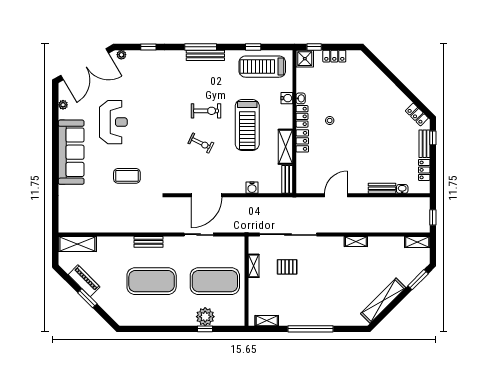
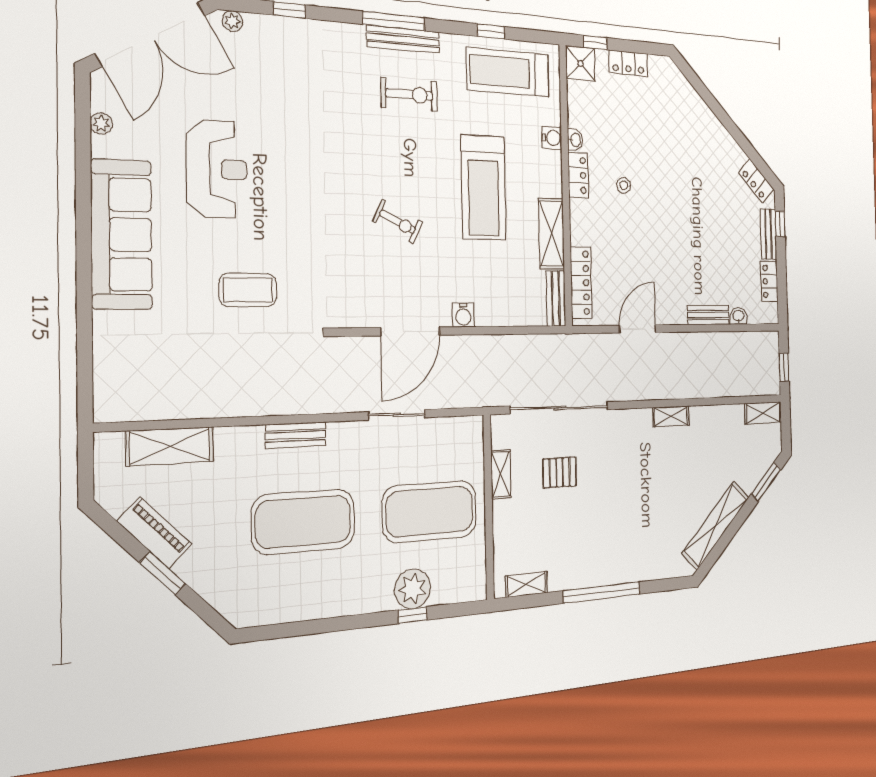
exercise bike: (206, 111) -> (409, 94), moved
locker: (302, 141) -> (581, 283), moved, width x1.53
water cooler: (252, 188) -> (463, 315), moved
shelving: (77, 244) -> (170, 446), moved

